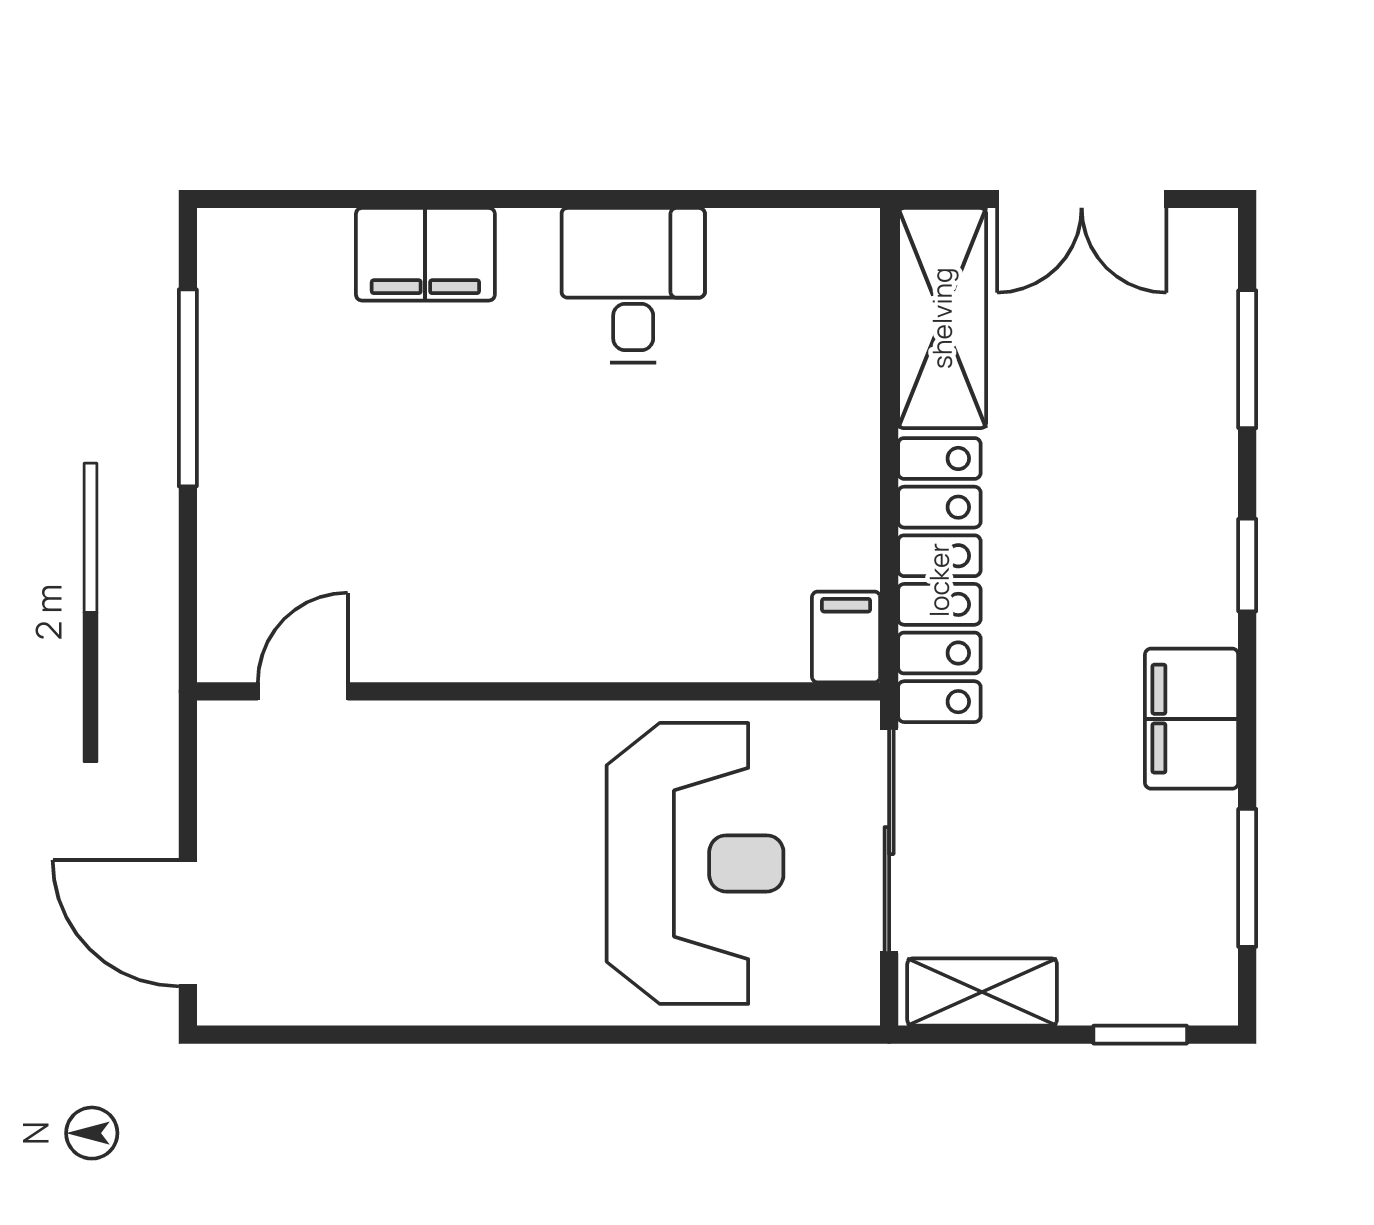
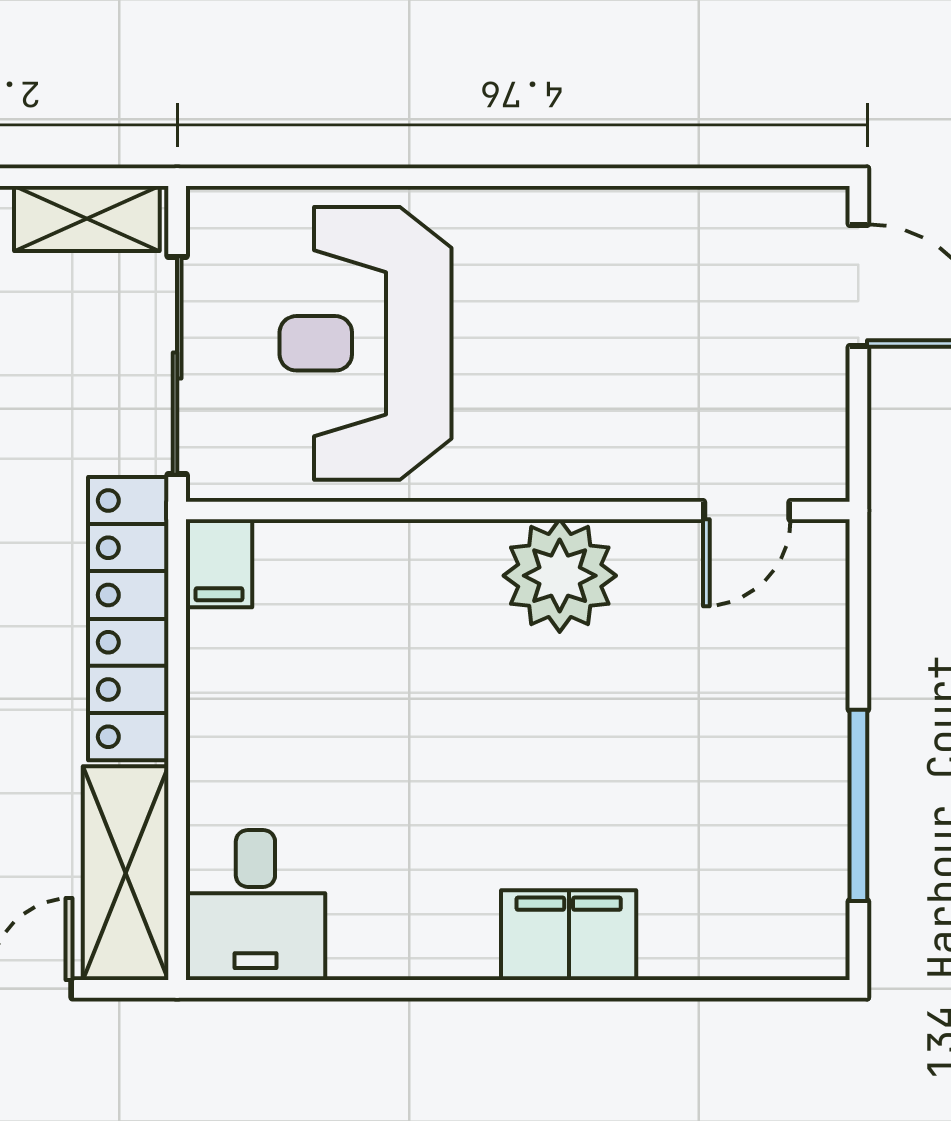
filing cabinet: (425, 254) -> (569, 935), moved
desk: (633, 285) -> (255, 905), moved
plant: (495, 624) -> (560, 576), added

